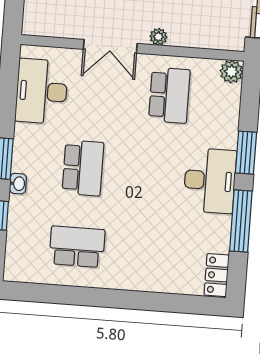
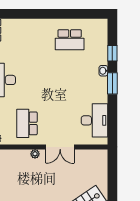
double door: (110, 46) -> (60, 147), swing flipped
school desk: (83, 168) -> (70, 82), removed

